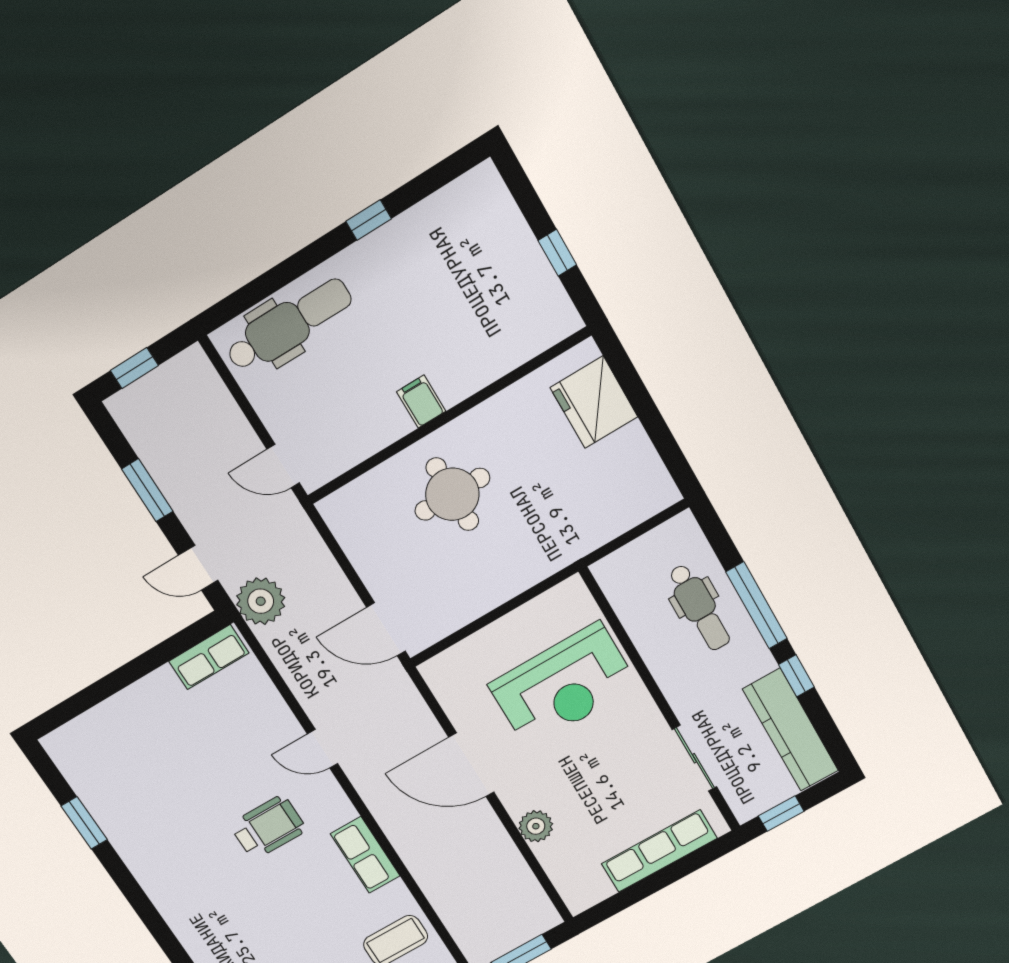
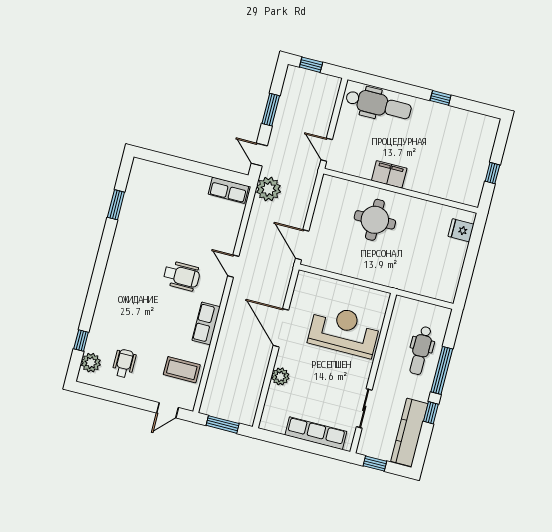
filing cabinet: (421, 401) -> (389, 174), width x2.00
fridge: (594, 402) -> (461, 230), width x0.53, depth x0.75
reception desk: (563, 685) -> (344, 331), turned 180

